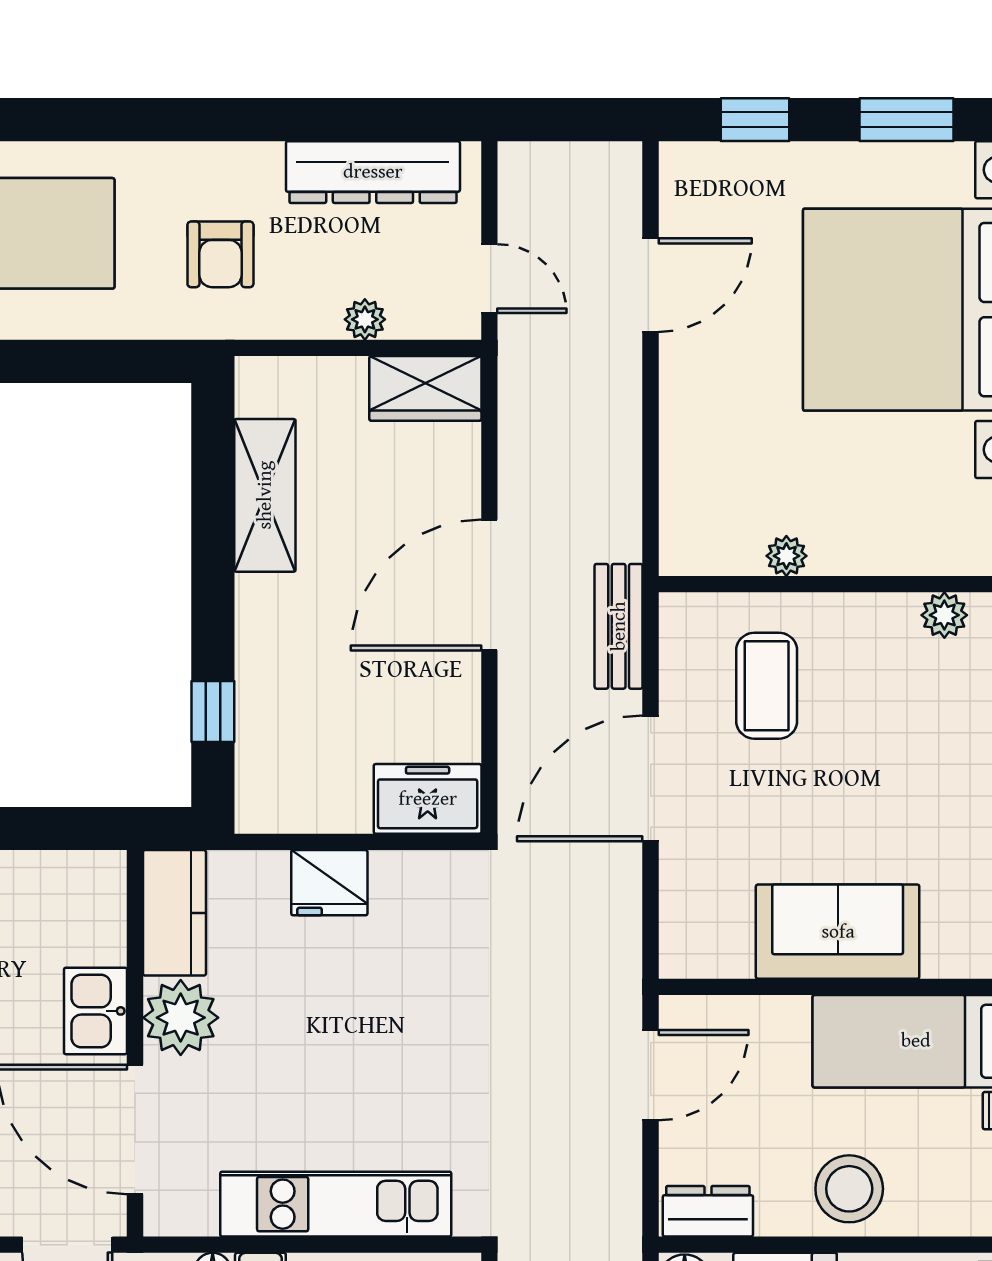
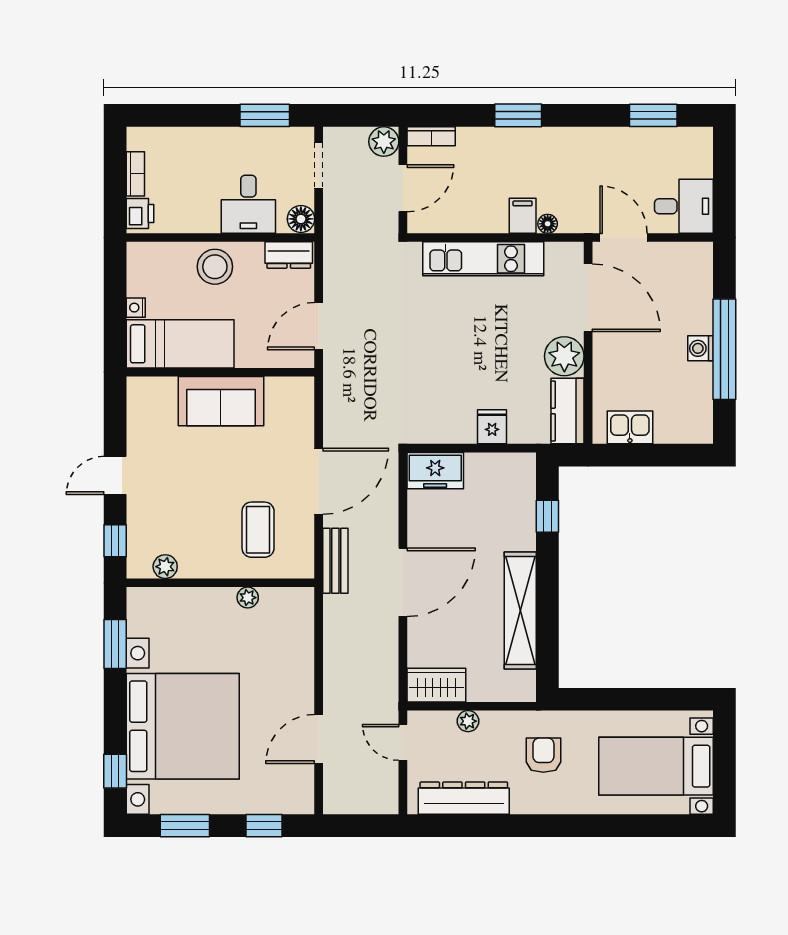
shelving: (265, 495) -> (520, 611), width x1.47
fridge: (329, 883) -> (492, 427), width x0.72
kitchen sink: (95, 1011) -> (630, 427), moved, turned -90

